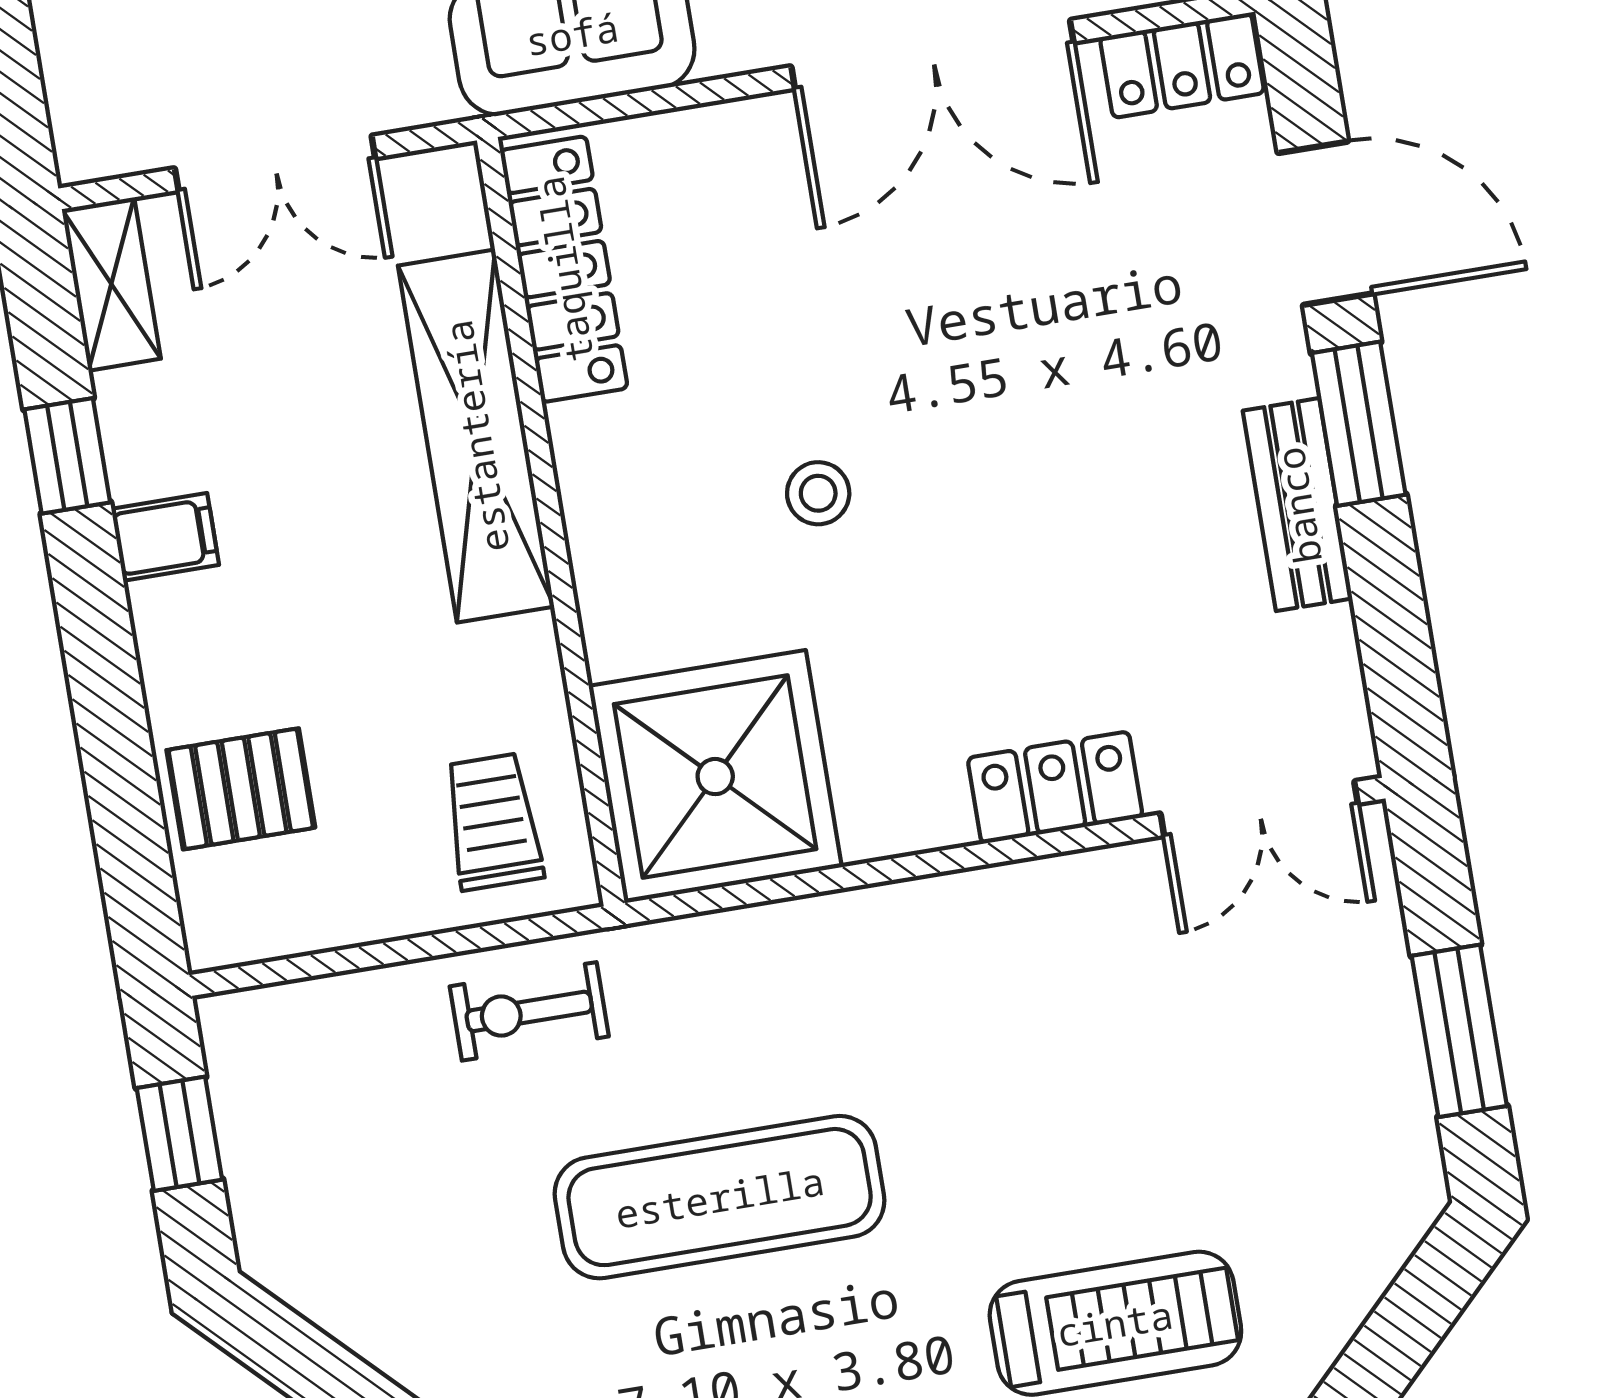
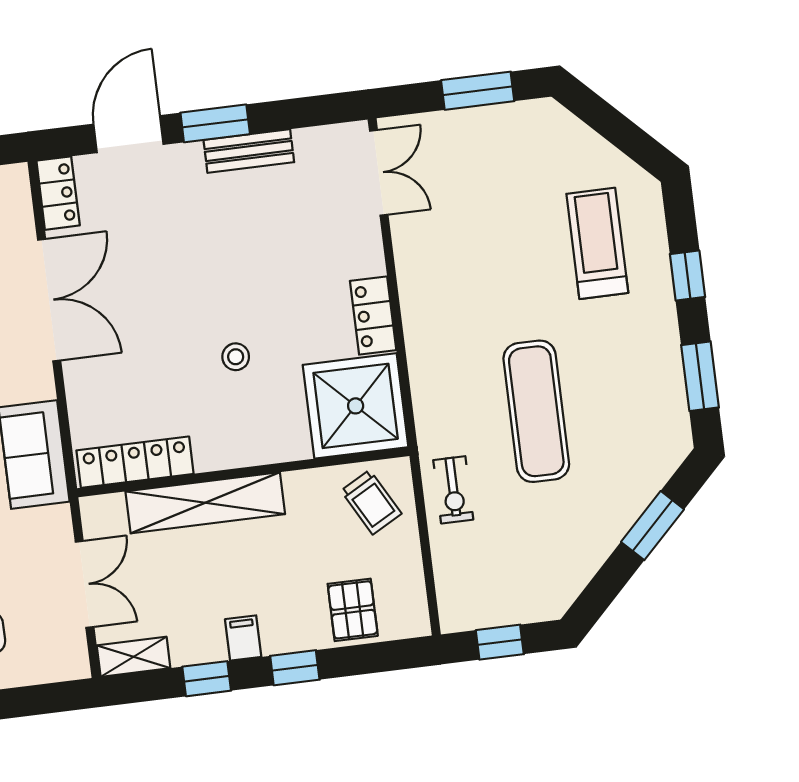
window: (101, 660) -> (295, 668), added
locker: (1055, 788) -> (373, 316), moved
trolley: (493, 822) -> (371, 502), turned -119

